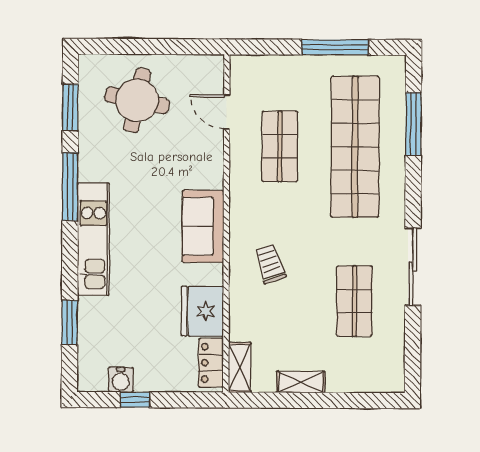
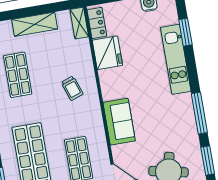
sofa: (203, 226) -> (119, 122), moved
kitchen unit: (93, 239) -> (176, 59), moved
shelving: (301, 382) -> (35, 24), width x1.50, depth x1.33

